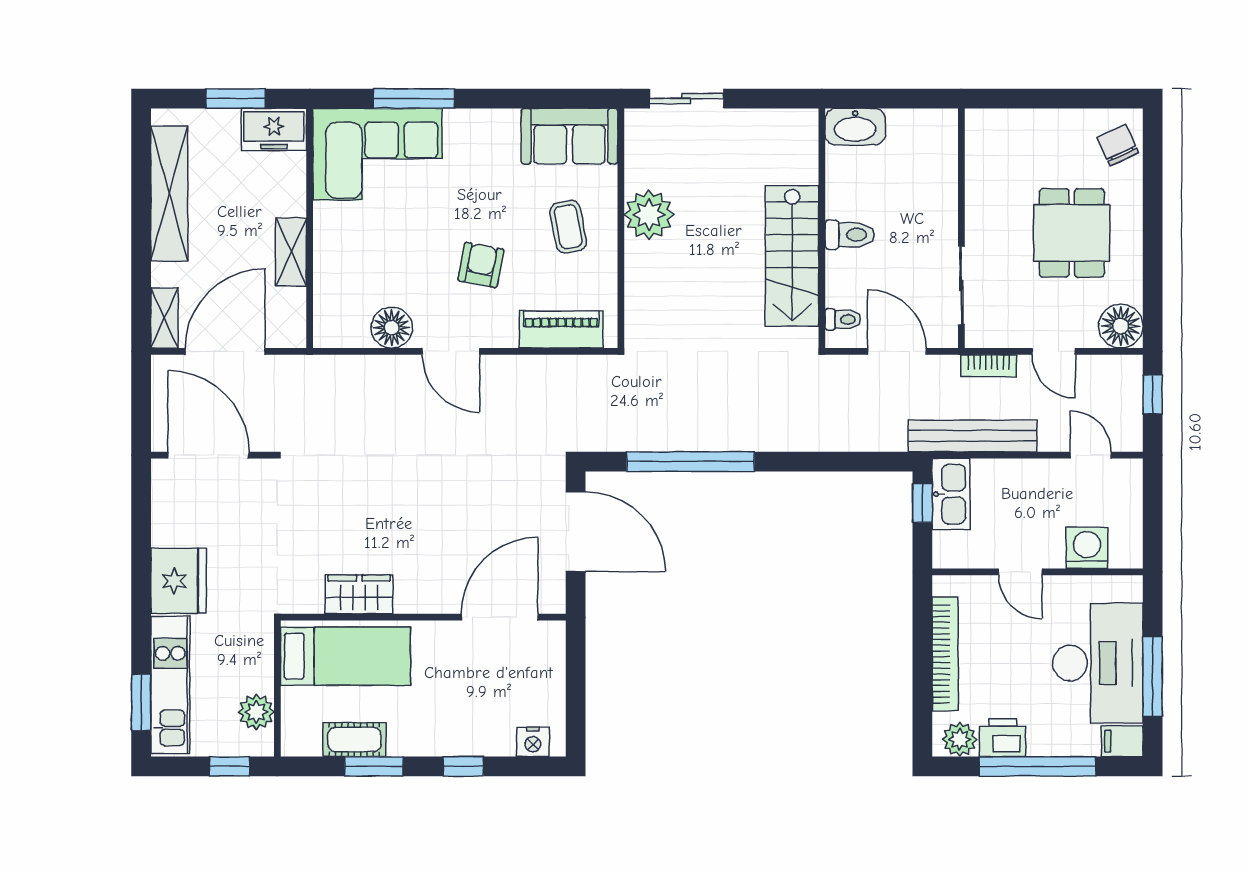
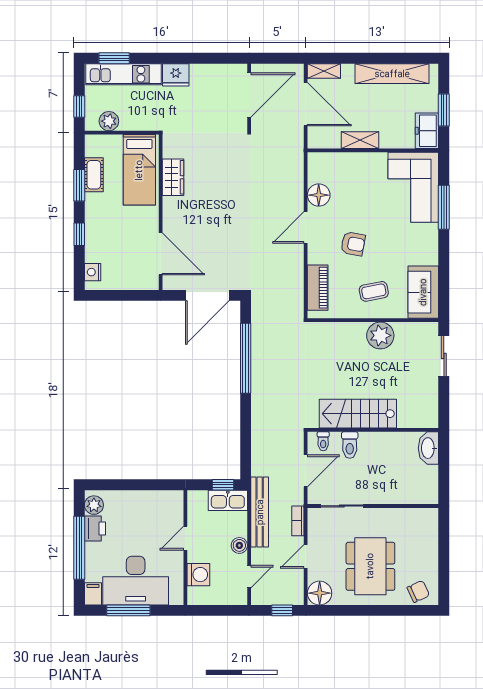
dining table: (1072, 233) -> (370, 566), width x1.38
toilet: (850, 235) -> (350, 445), moved
boiler: (1034, 473) -> (239, 545), added
fridge: (179, 581) -> (176, 75), width x0.73, depth x0.75
bookcase: (945, 654) -> (141, 497), removed

